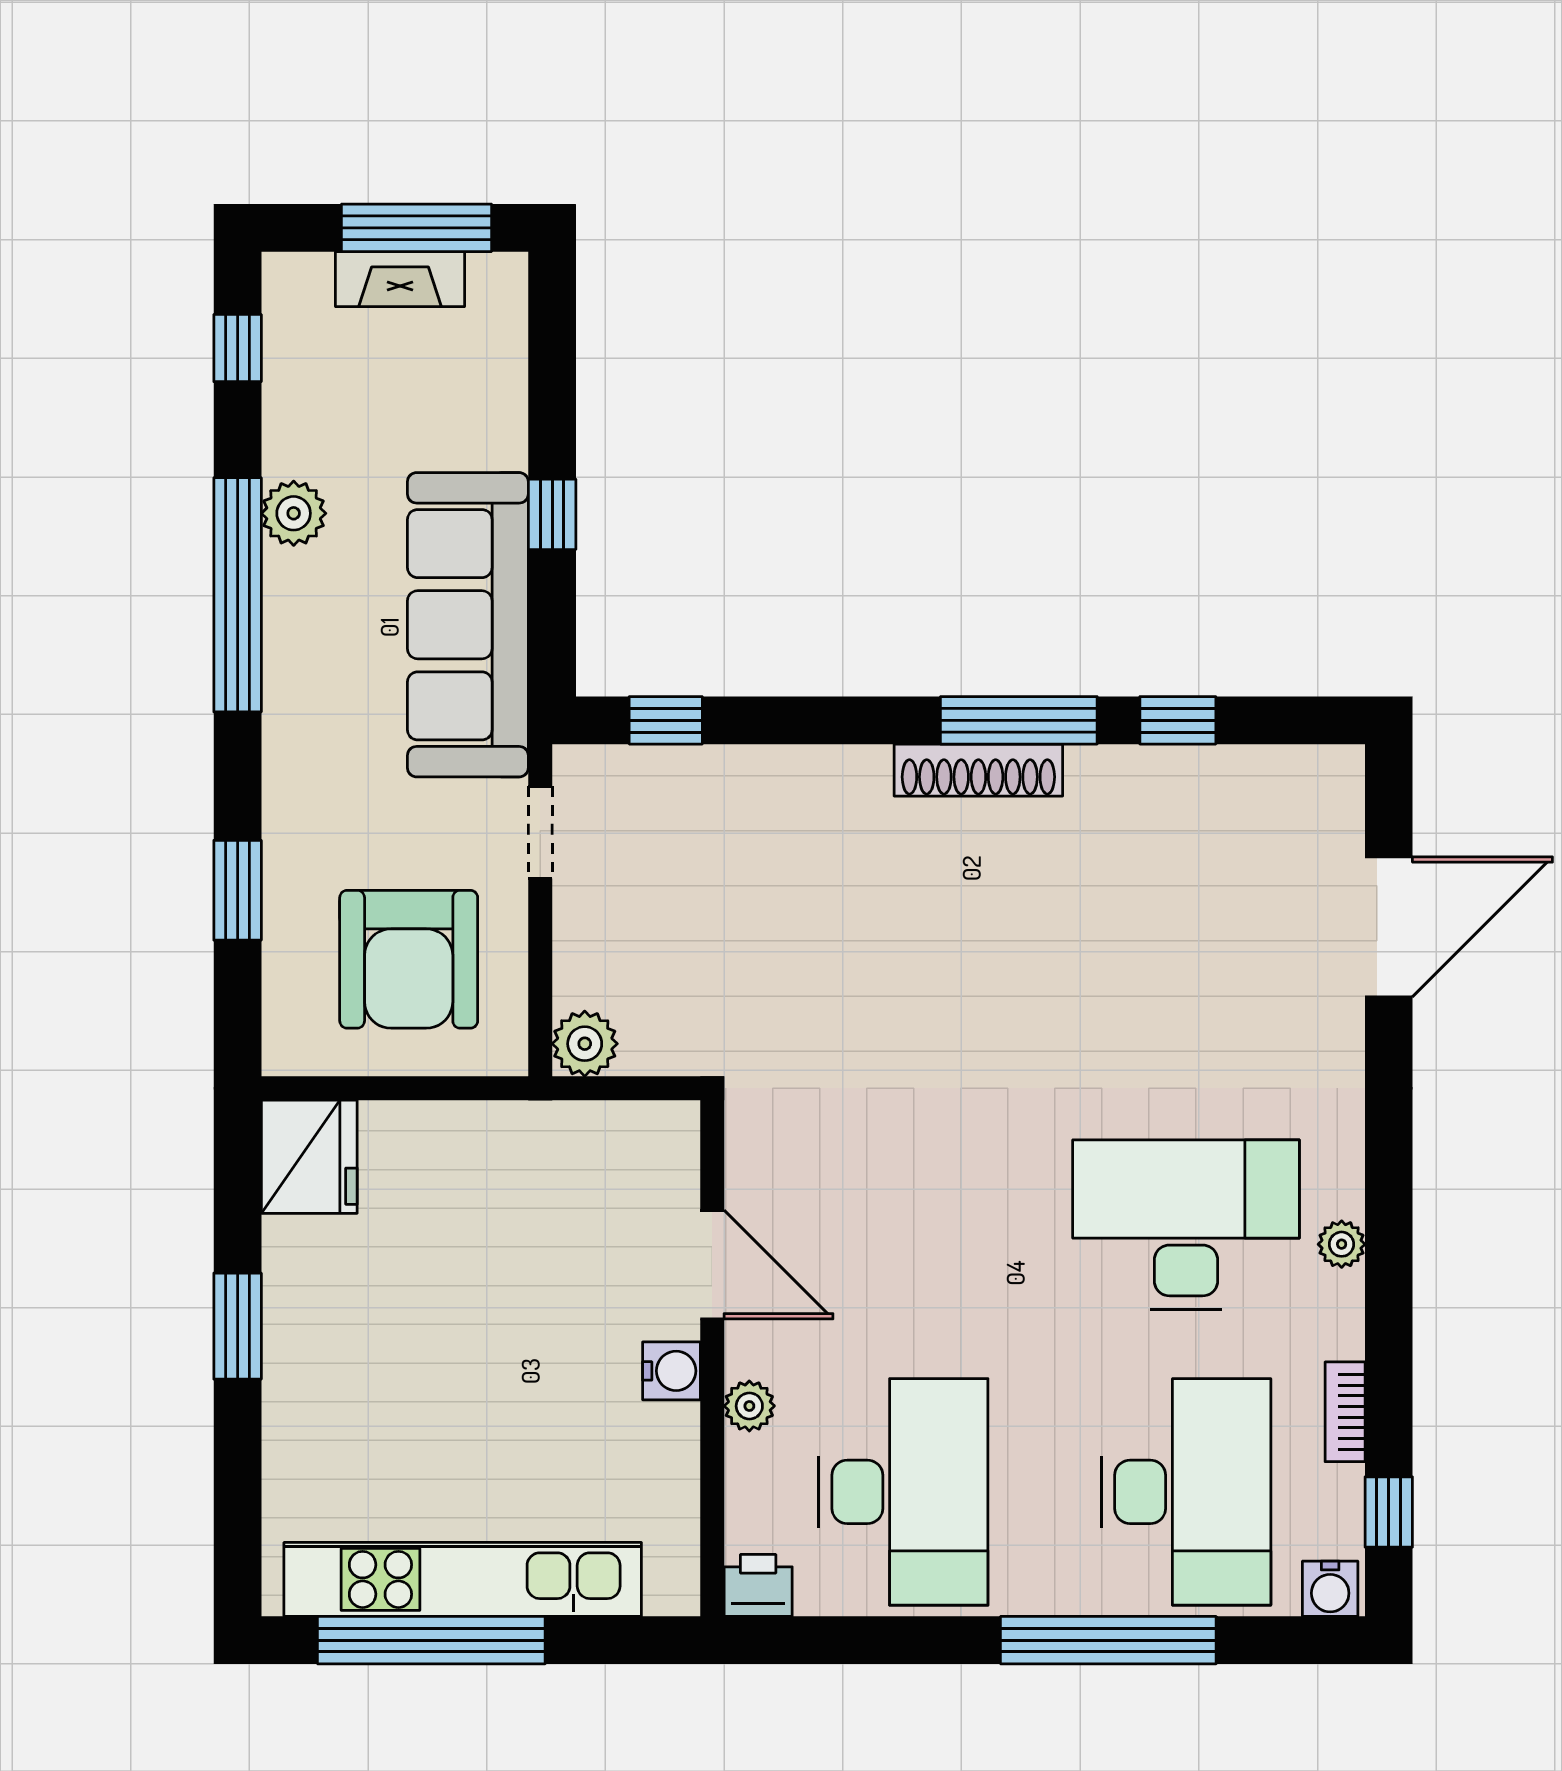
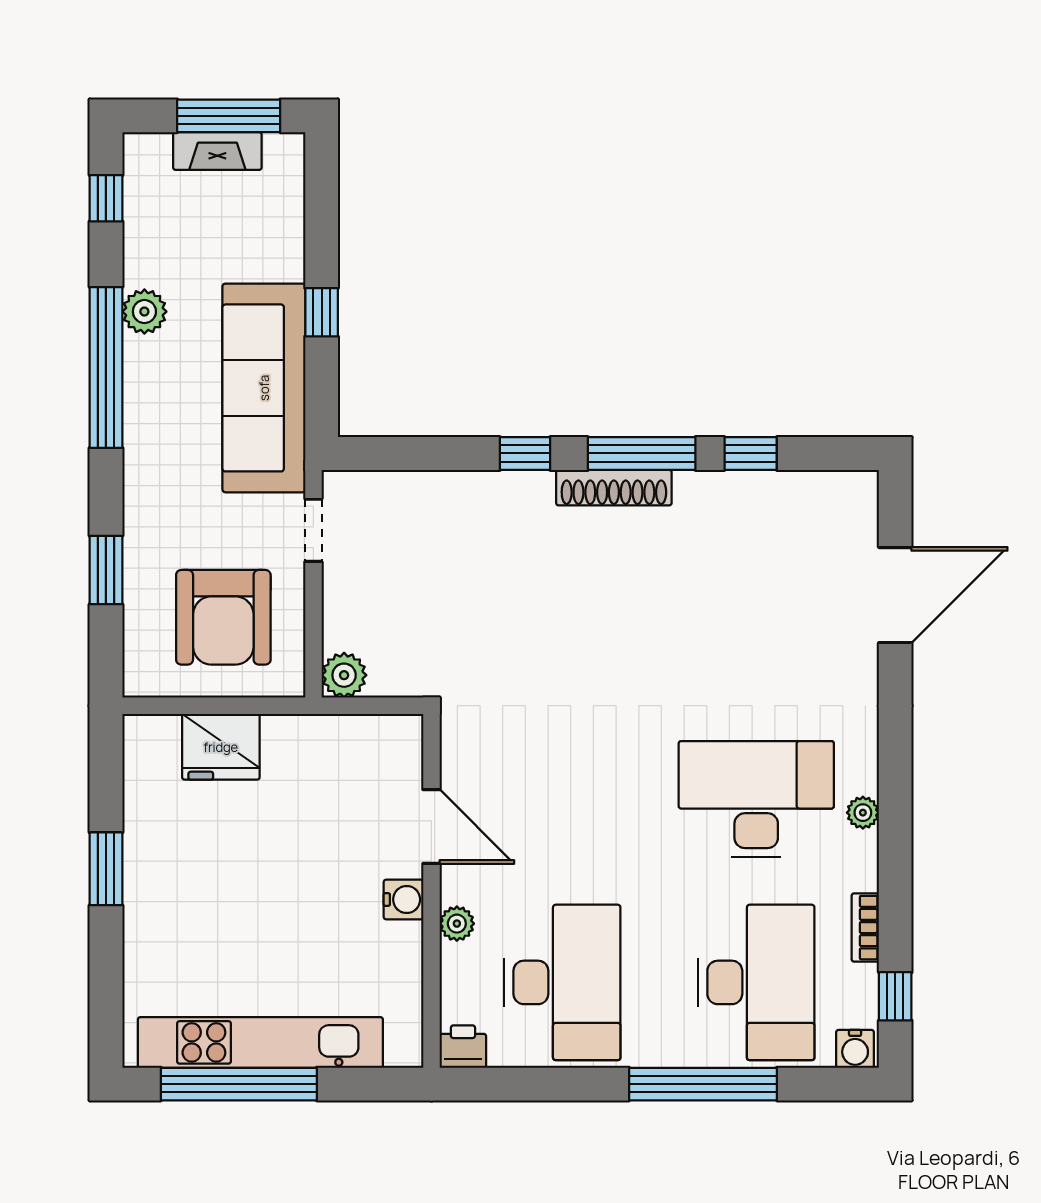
window: (666, 720) -> (525, 453), moved
fridge: (309, 1157) -> (221, 747), moved, turned 90

